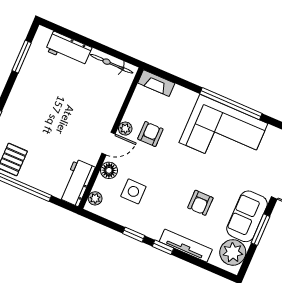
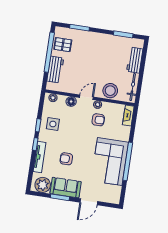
stool: (108, 102) -> (110, 91), added
door: (109, 144) -> (86, 97), swing flipped
workbench: (77, 183) -> (55, 70), moved, turned 90
side table: (133, 191) -> (53, 124), moved

